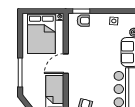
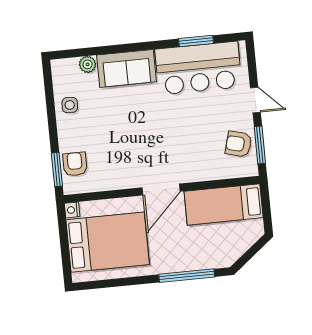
door: (66, 64) -> (161, 190), hinge flipped

